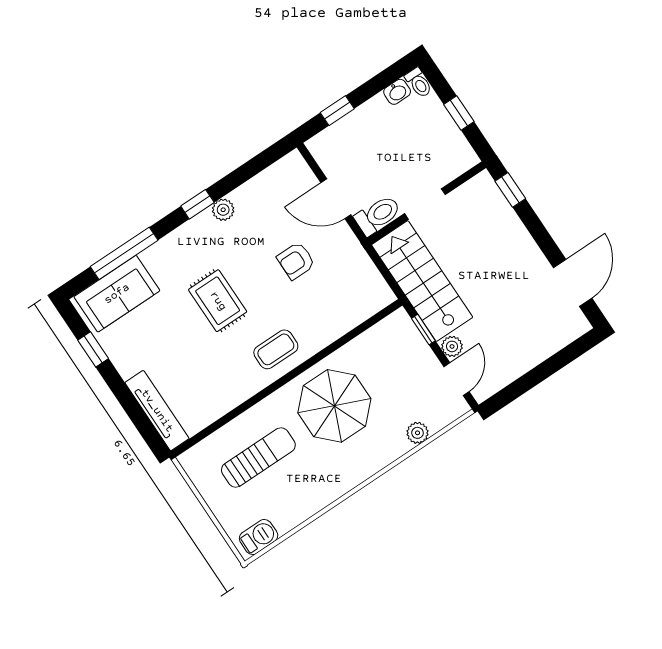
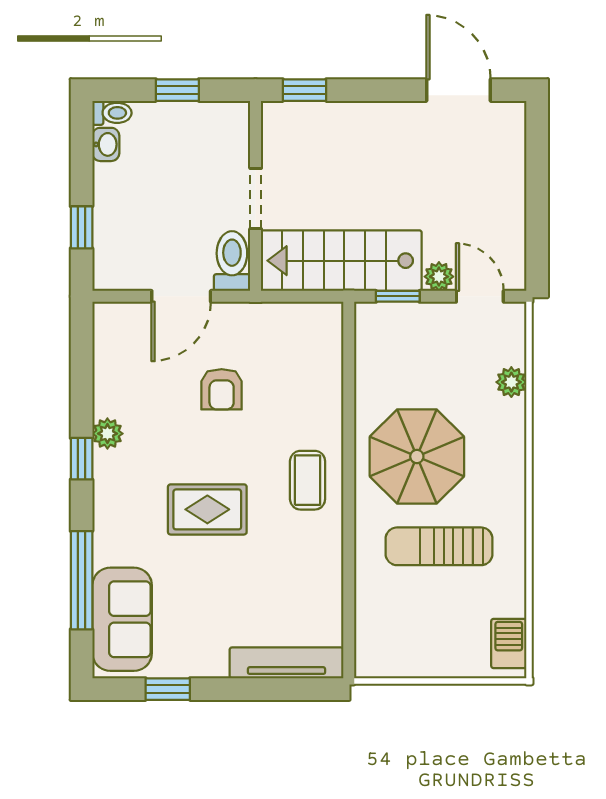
sun lounger: (258, 458) -> (439, 546), moved, turned -90

